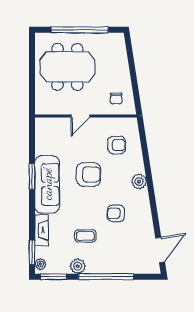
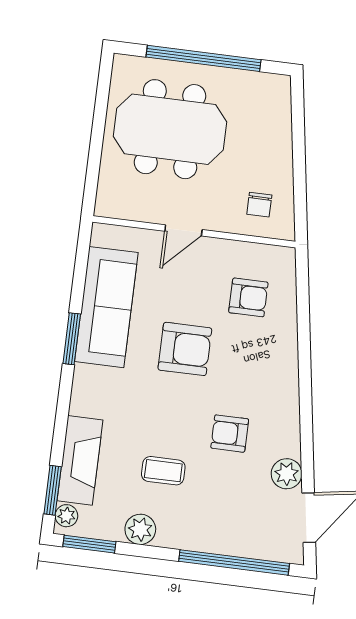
plant: (139, 181) -> (287, 474), moved
sofa: (47, 184) -> (106, 307), moved
fireplace: (41, 230) -> (80, 460), width x1.37, depth x1.32
window: (106, 277) -> (234, 562), moved

